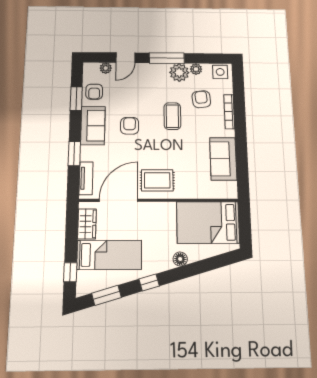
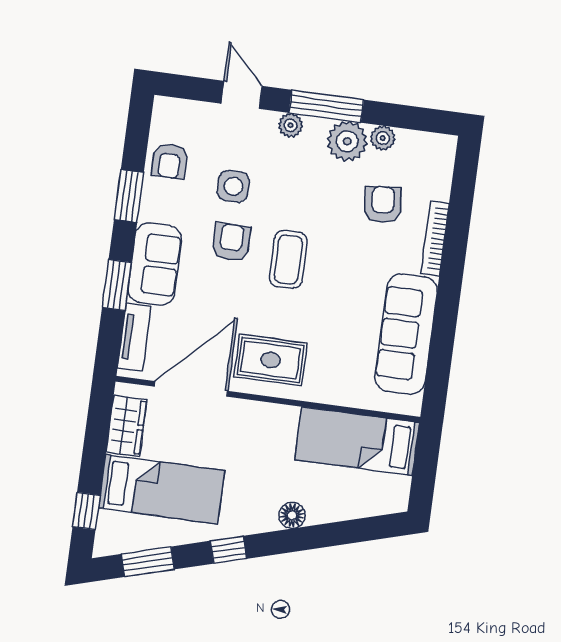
door: (125, 58) -> (242, 95), swing flipped
plant: (106, 68) -> (291, 125), moved
side table: (220, 72) -> (233, 186), moved
window: (76, 99) -> (129, 196), moved
coffee table: (172, 116) -> (288, 259), moved
sofa: (93, 126) -> (155, 264), moved
sofa: (223, 159) -> (406, 334), width x1.36
bed: (208, 222) -> (357, 441), width x0.67

